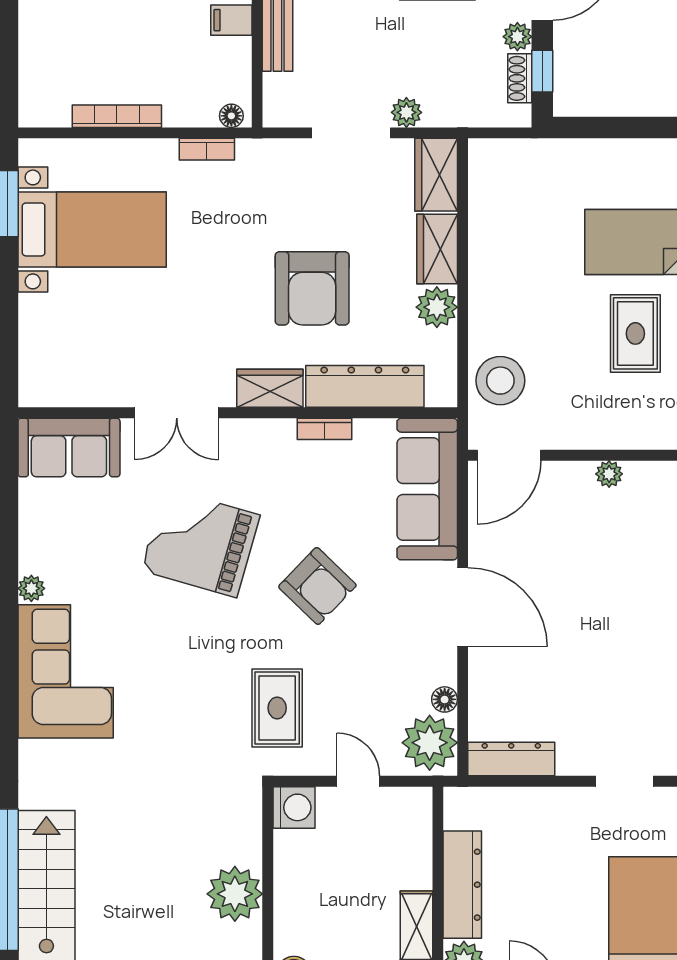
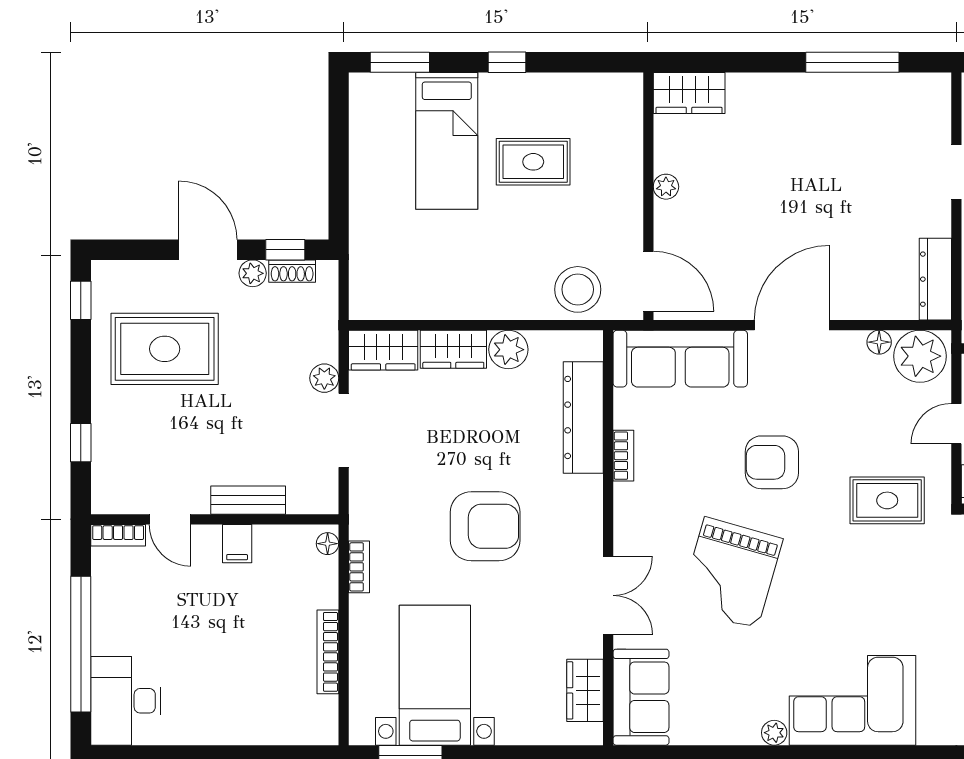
armchair: (312, 288) -> (485, 526), moved
wardrobe: (270, 388) -> (585, 690), moved
armchair: (317, 586) -> (772, 462), turned -134

